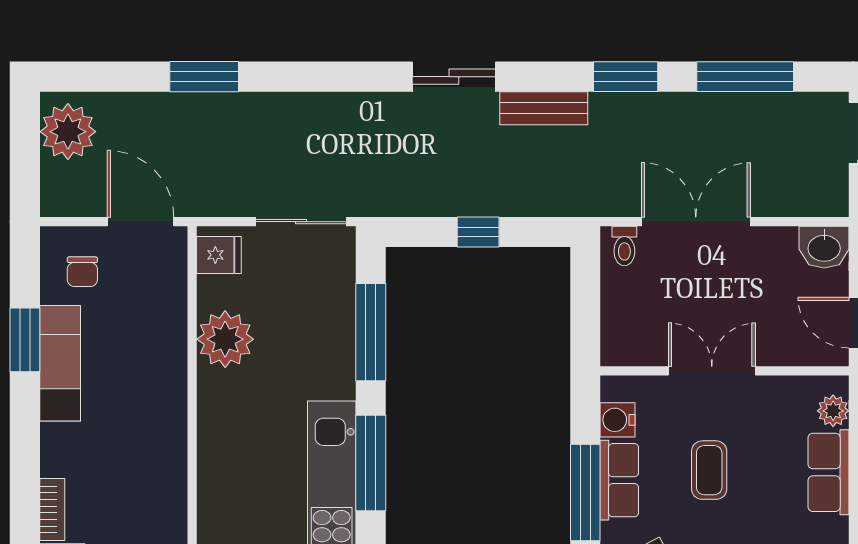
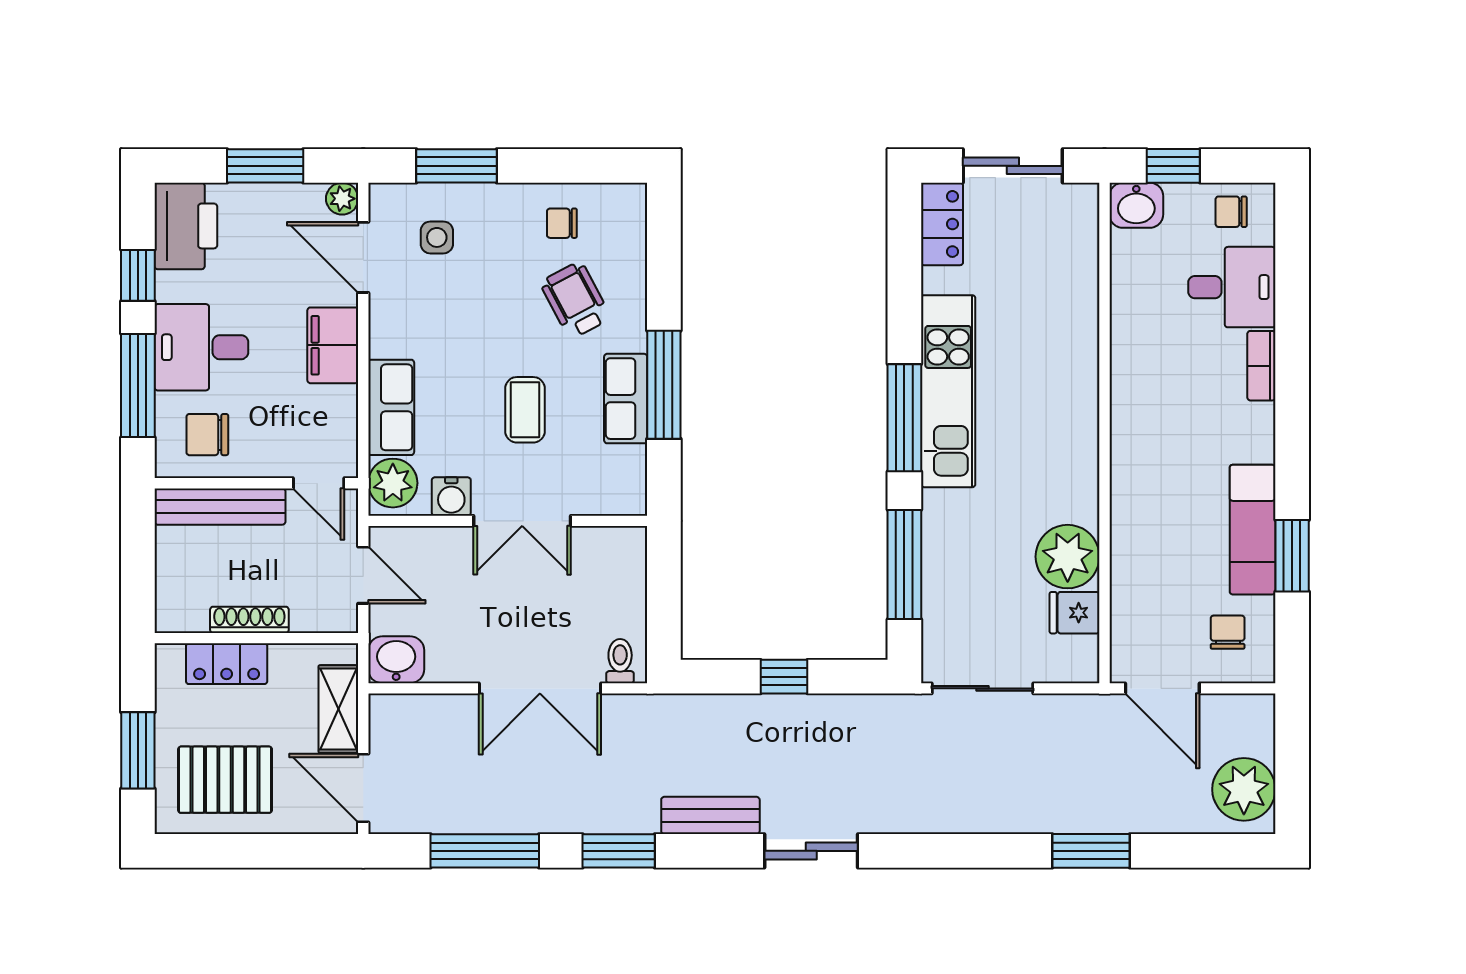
fridge: (219, 255) -> (1075, 613), moved
plant: (833, 411) -> (393, 483), width x1.38, depth x1.38
water cooler: (617, 420) -> (451, 497), moved, turned 90

